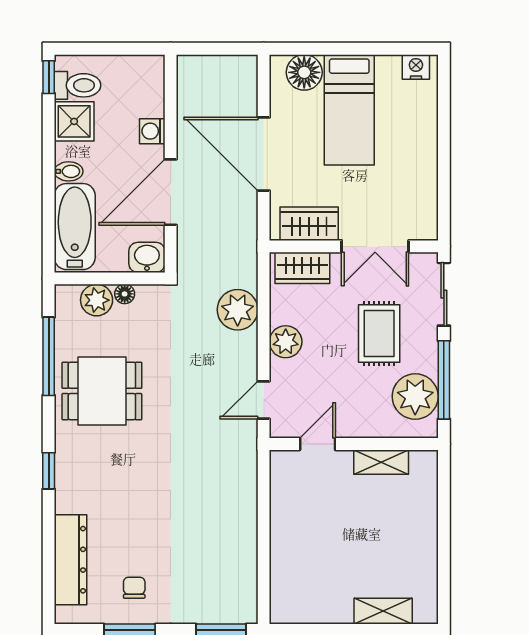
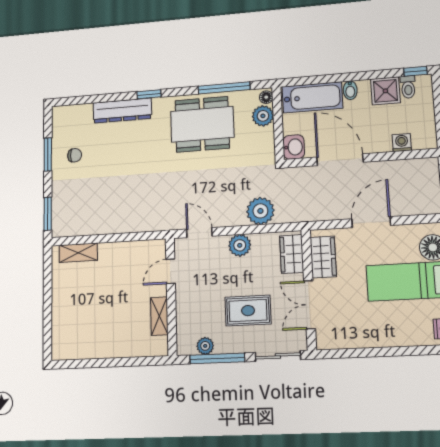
toilet: (78, 85) -> (408, 87), width x0.73, depth x0.72
washing machine: (152, 131) -> (402, 143), moved
door: (264, 154) -> (371, 222), width x0.73
floor lamp: (125, 294) -> (266, 97), moved
dining table: (102, 391) -> (202, 124), width x1.37
plant: (415, 397) -> (205, 346), width x0.53, depth x0.53
door: (318, 444) -> (171, 271), swing flipped
dresser: (70, 560) -> (122, 111), moved
shelving: (383, 611) -> (78, 253), moved, turned 90

